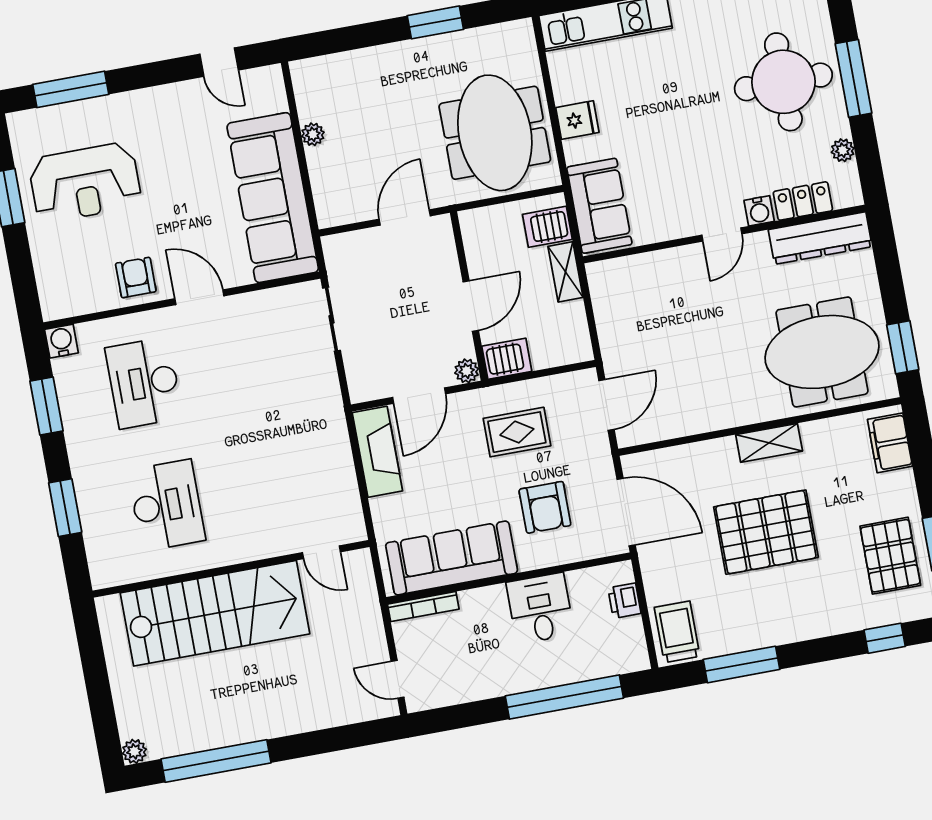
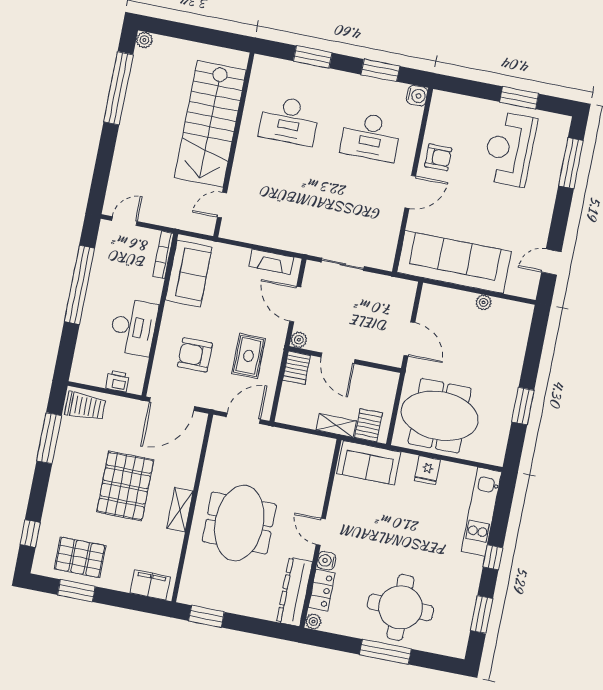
plant: (843, 150) -> (313, 621), moved
sliding door: (331, 319) -> (343, 264), moved
meeting table: (822, 352) -> (239, 523), moved
desk: (144, 383) -> (371, 137), turned 180
door: (606, 405) -> (243, 418), swing flipped
fireplace: (377, 452) -> (271, 262), width x0.73, depth x0.76
sofa: (452, 558) -> (189, 274), width x0.73
desk: (540, 608) -> (133, 327), width x1.37
window: (564, 697) -> (79, 285), moved

